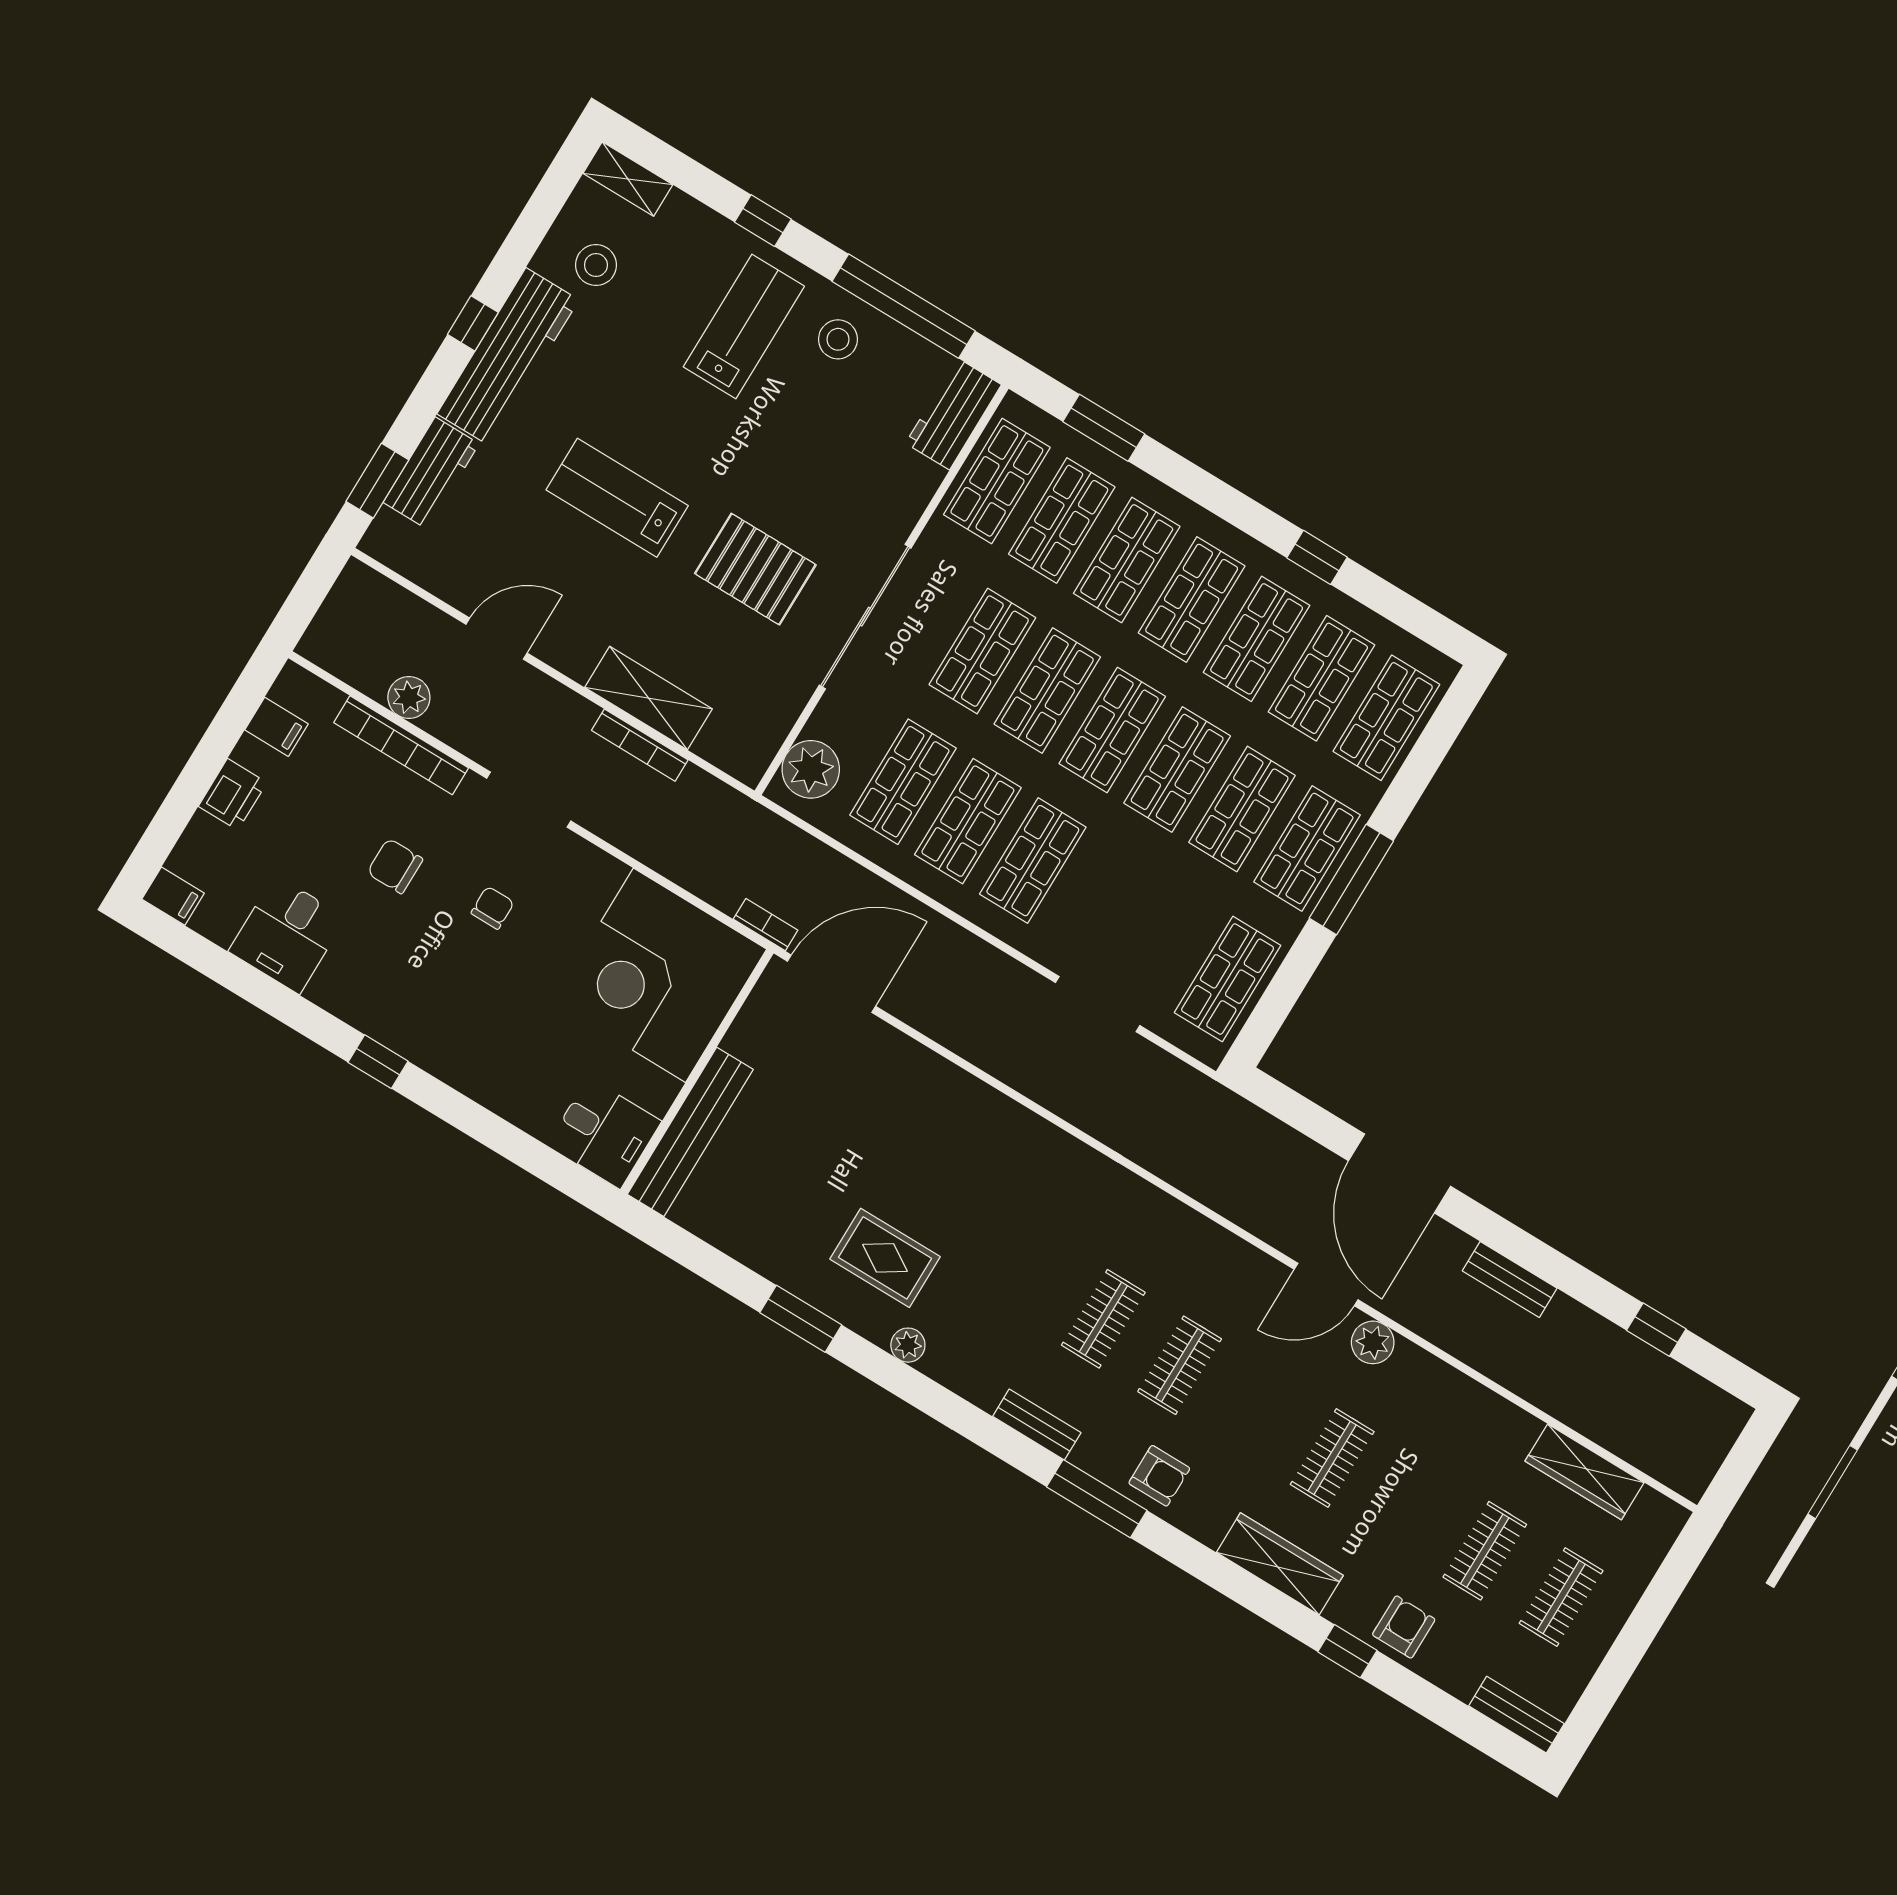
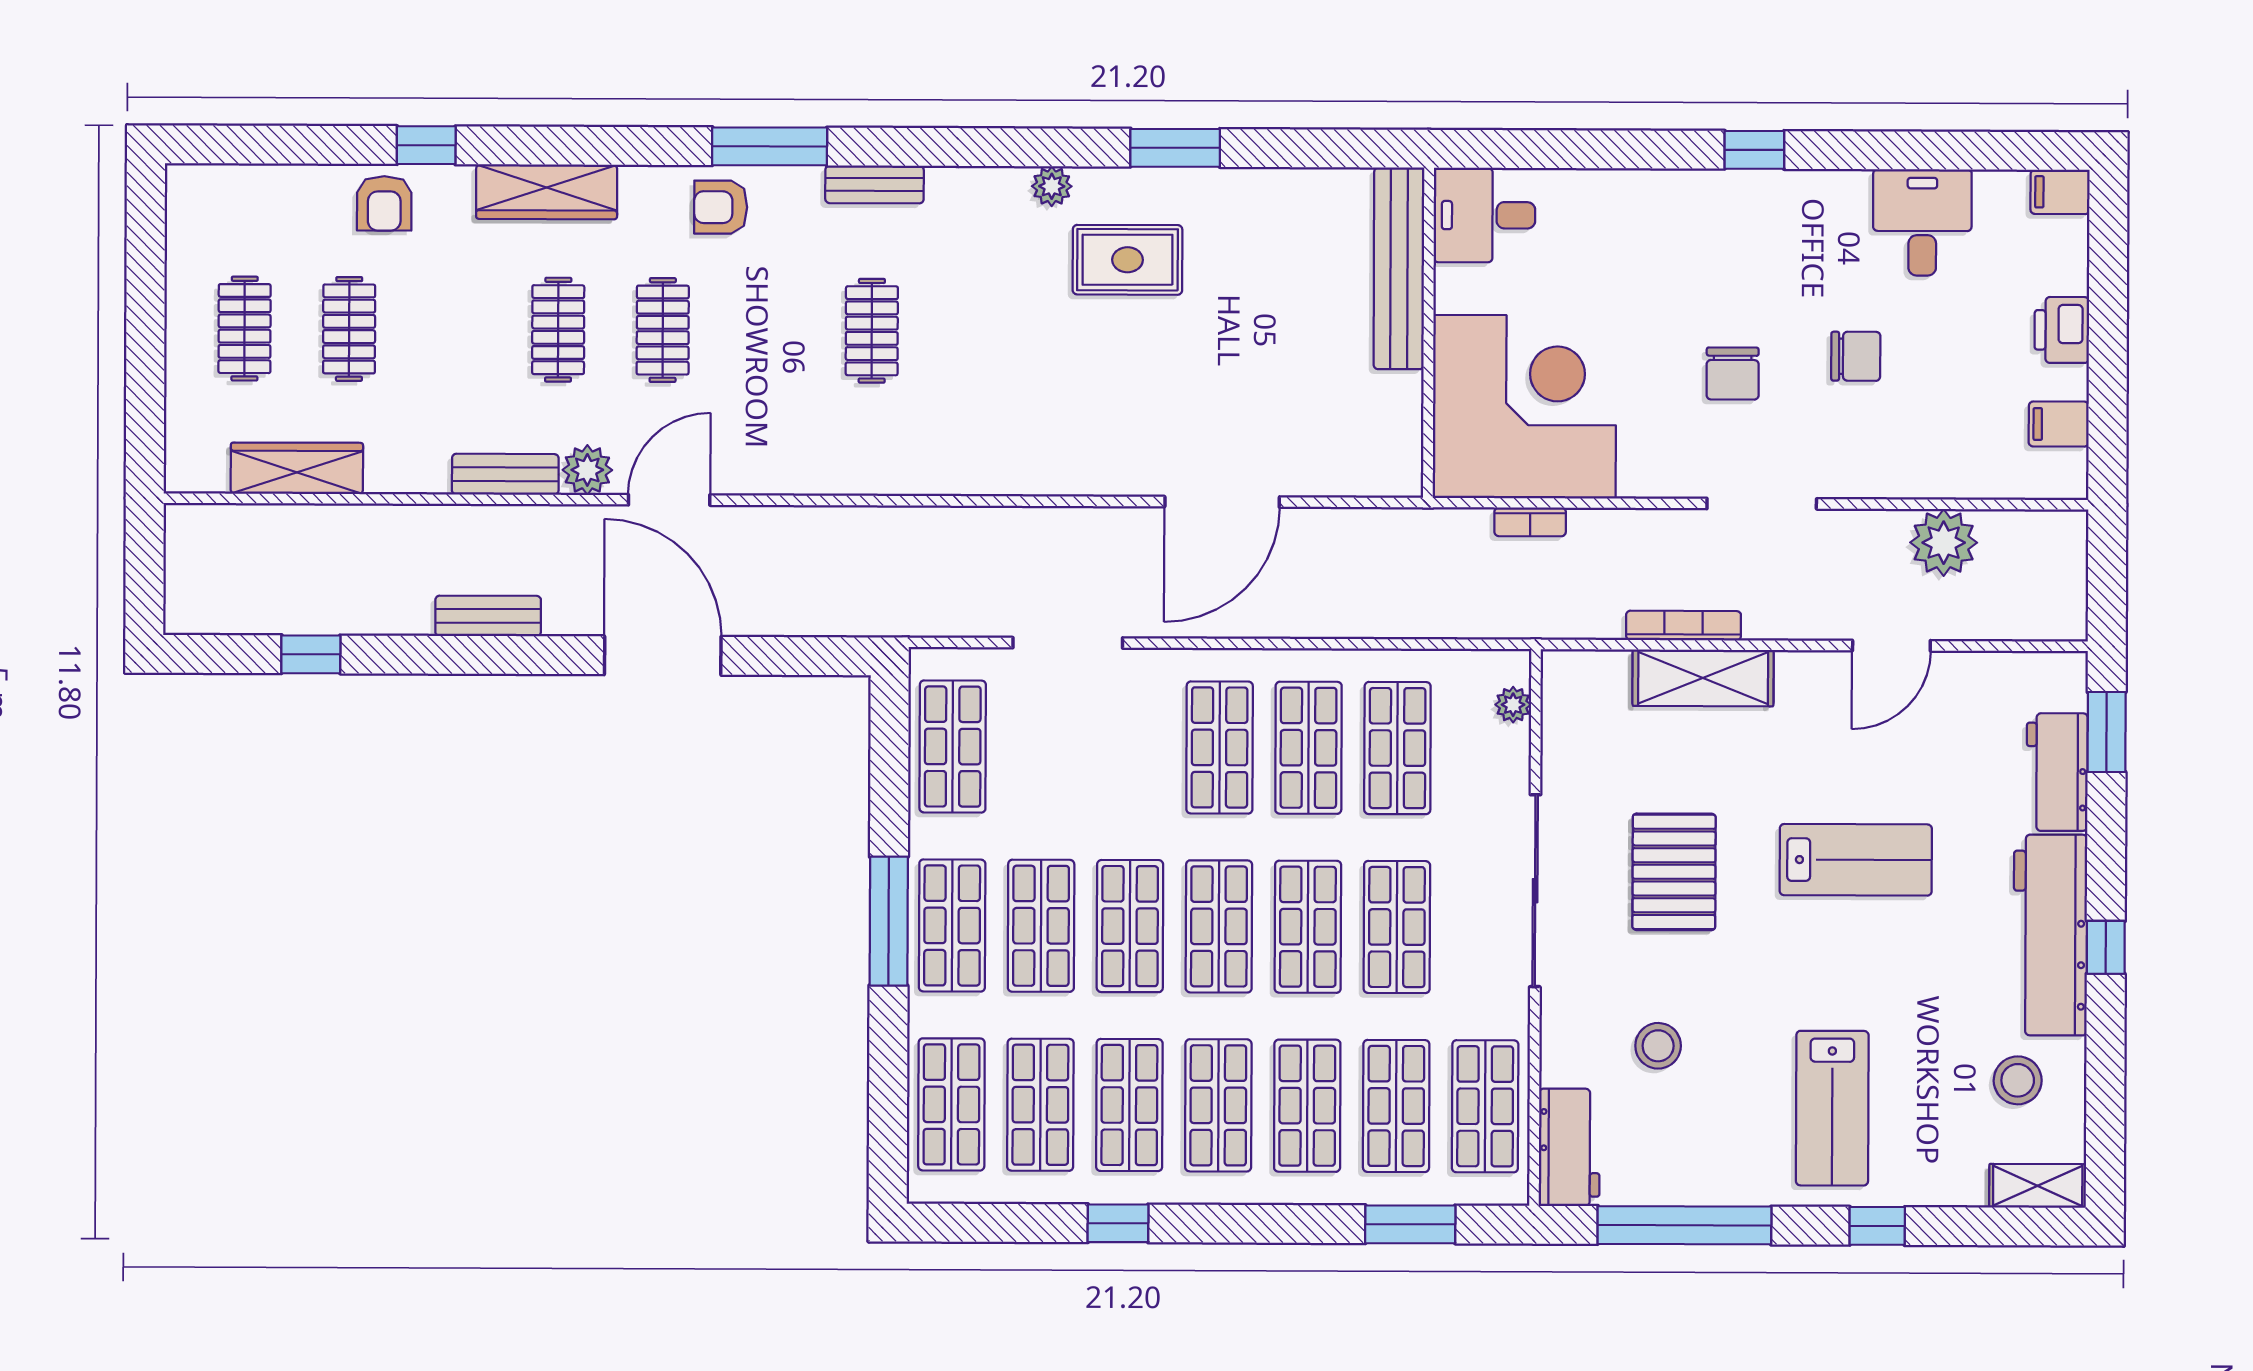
stool: (838, 339) -> (1658, 1046), moved
pallet: (755, 569) -> (1674, 872), turned 90
plant: (409, 698) -> (1944, 543), width x1.36, depth x1.36
bookcase: (401, 745) -> (1923, 481), removed
plant: (811, 769) -> (1513, 705), width x0.53, depth x0.53
chair: (493, 908) -> (1733, 373), width x1.37, depth x1.37
bookcase: (766, 925) -> (1530, 522), moved
door: (831, 984) -> (1222, 502), moved
clothes rail: (1180, 1365) -> (663, 330), moved
bench: (1517, 1715) -> (505, 474), moved

